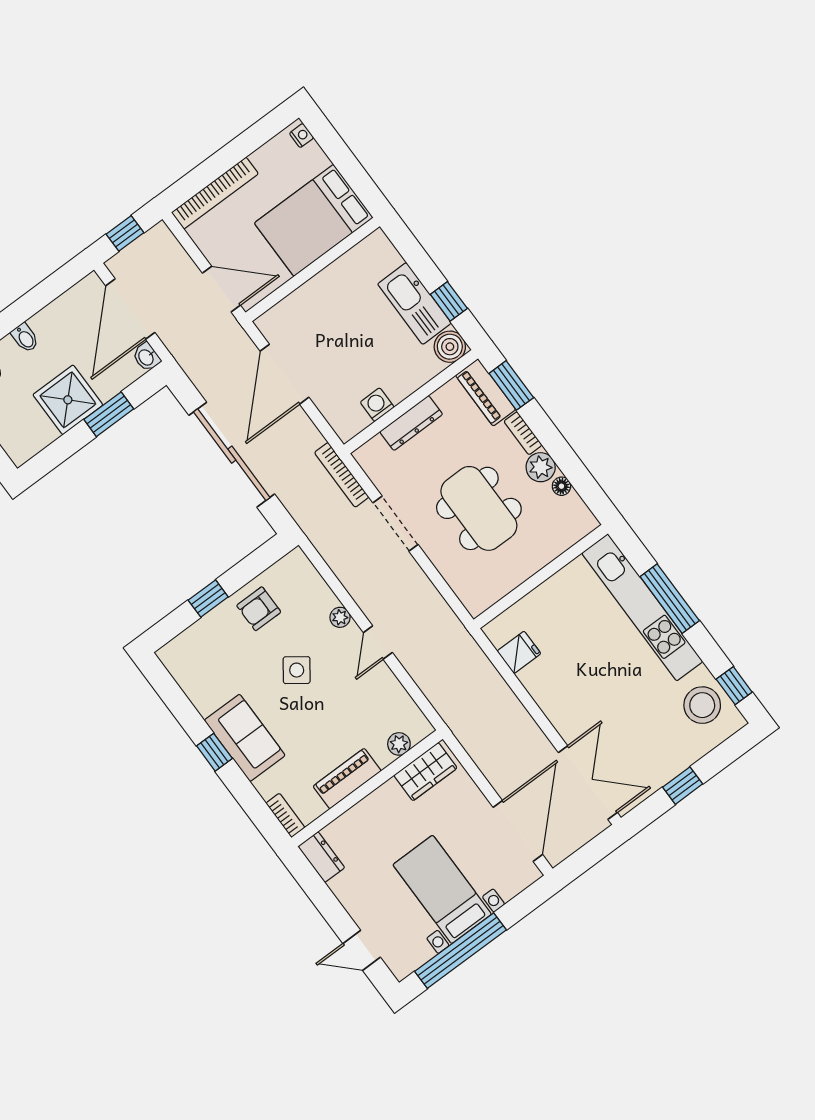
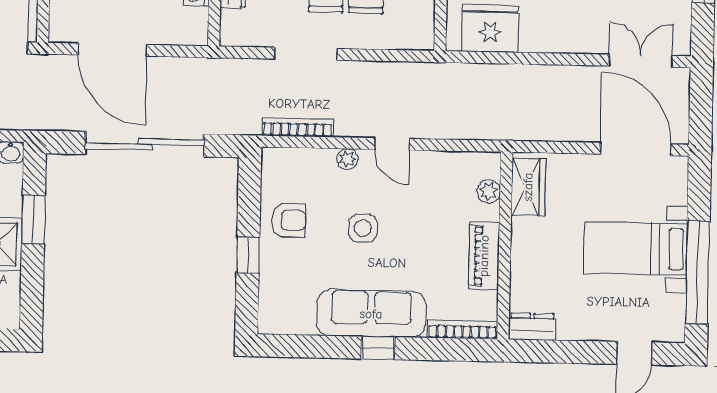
bookcase: (342, 475) -> (298, 127), moved, turned 180
armchair: (259, 609) -> (289, 220), turned -90
fridge: (519, 652) -> (490, 28), width x1.88, depth x1.34
side table: (297, 670) -> (363, 228), turned -36
sofa: (245, 738) -> (371, 314), width x1.36
double door: (588, 783) -> (641, 61), width x0.73
bookcase: (285, 815) -> (462, 330), width x1.56

